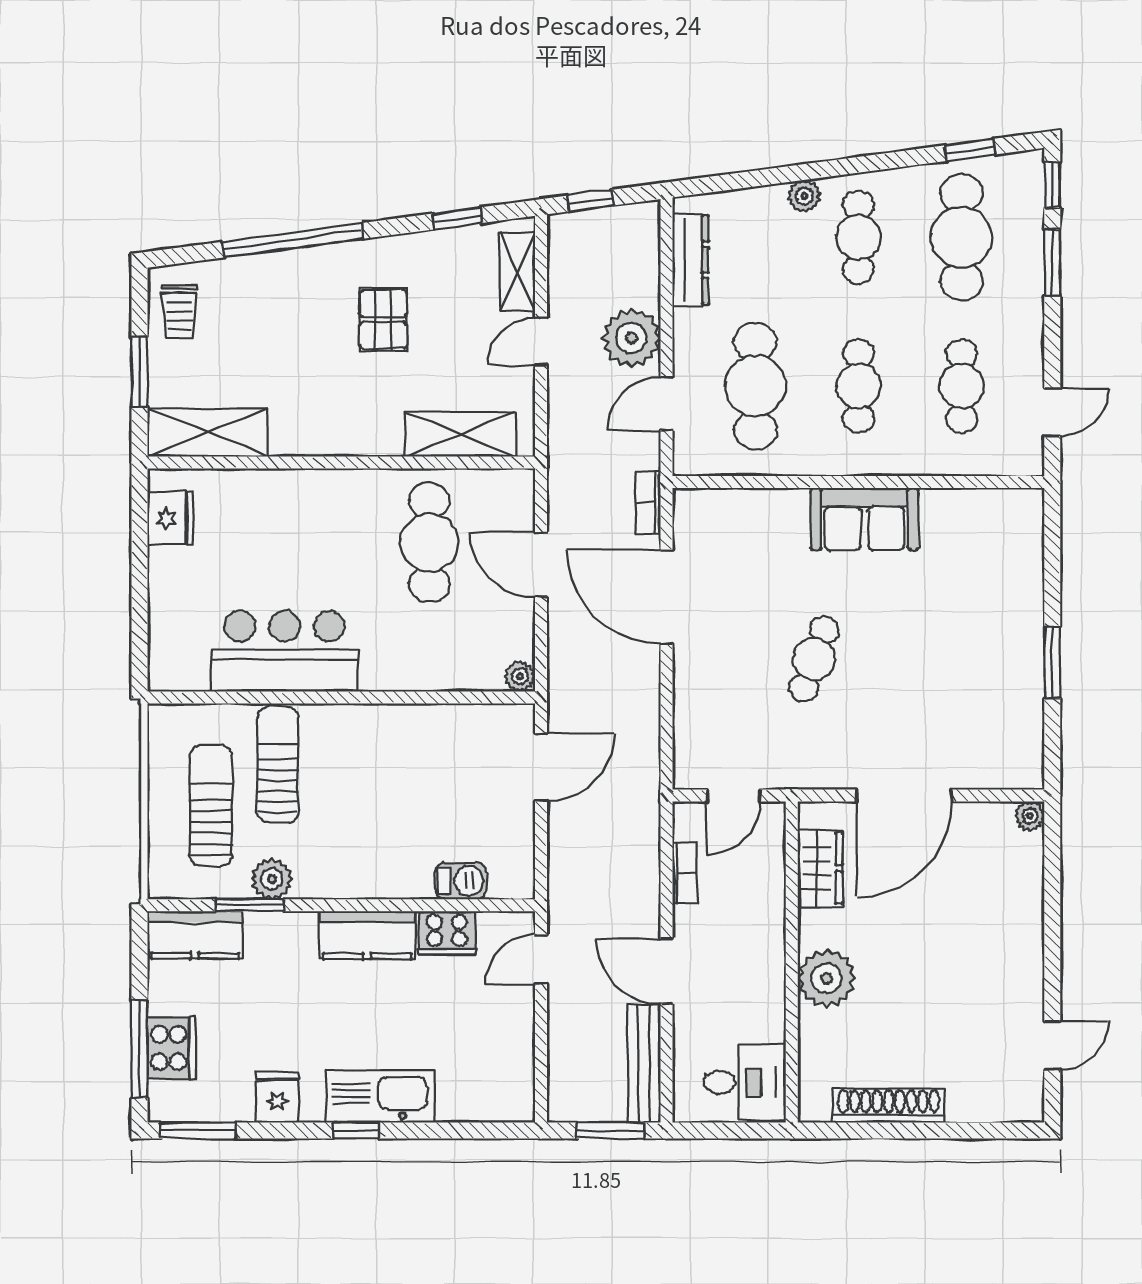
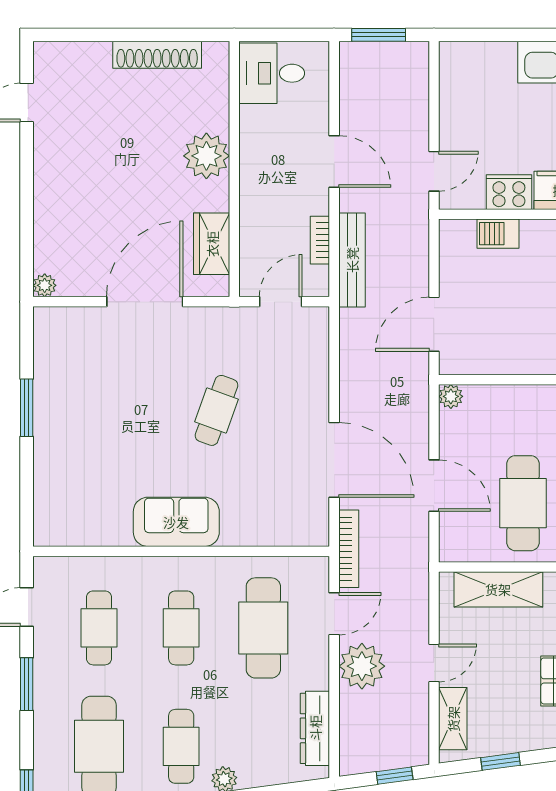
window: (1052, 262) -> (27, 684), moved
bookcase: (648, 503) -> (349, 549), width x1.56
bench: (644, 1063) -> (352, 260), moved

